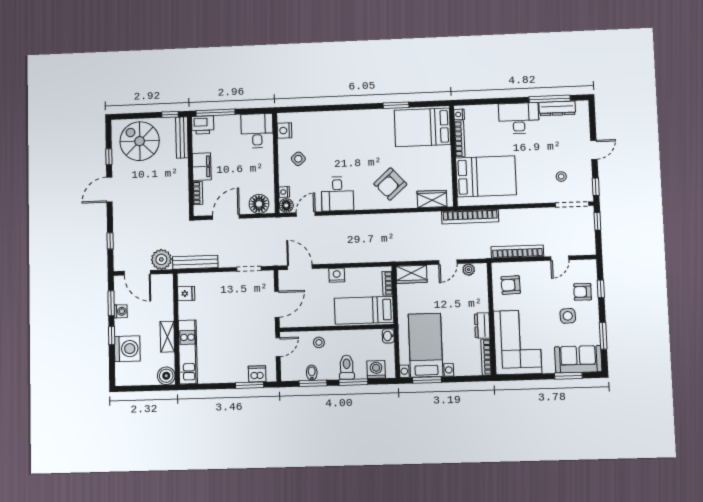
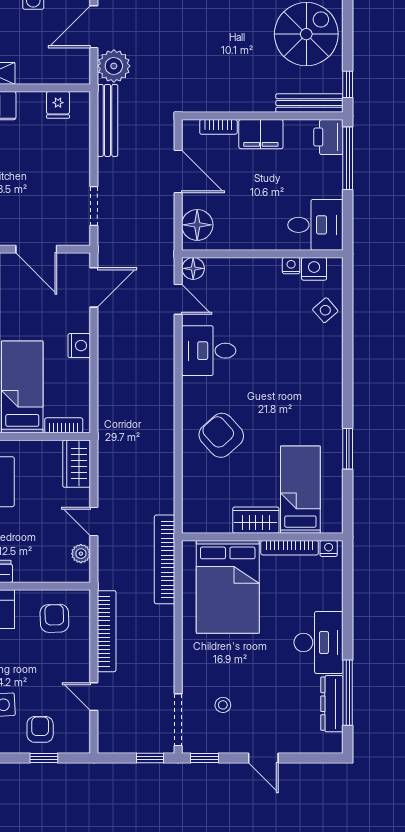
bed: (422, 127) -> (300, 490), width x0.67
side table: (298, 159) -> (325, 310), moved
nightstand: (284, 192) -> (291, 266), moved
wardrobe: (432, 199) -> (256, 520), moved, turned -90

